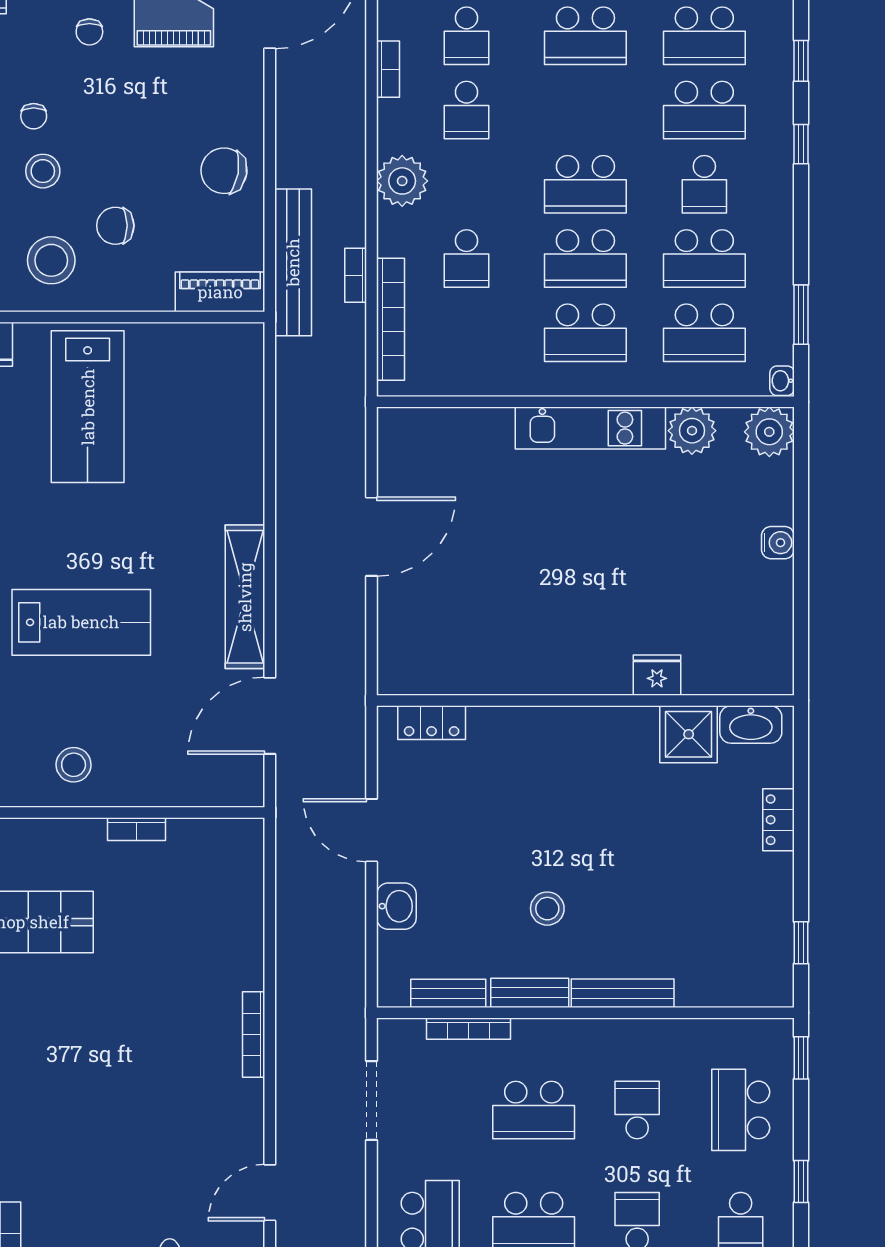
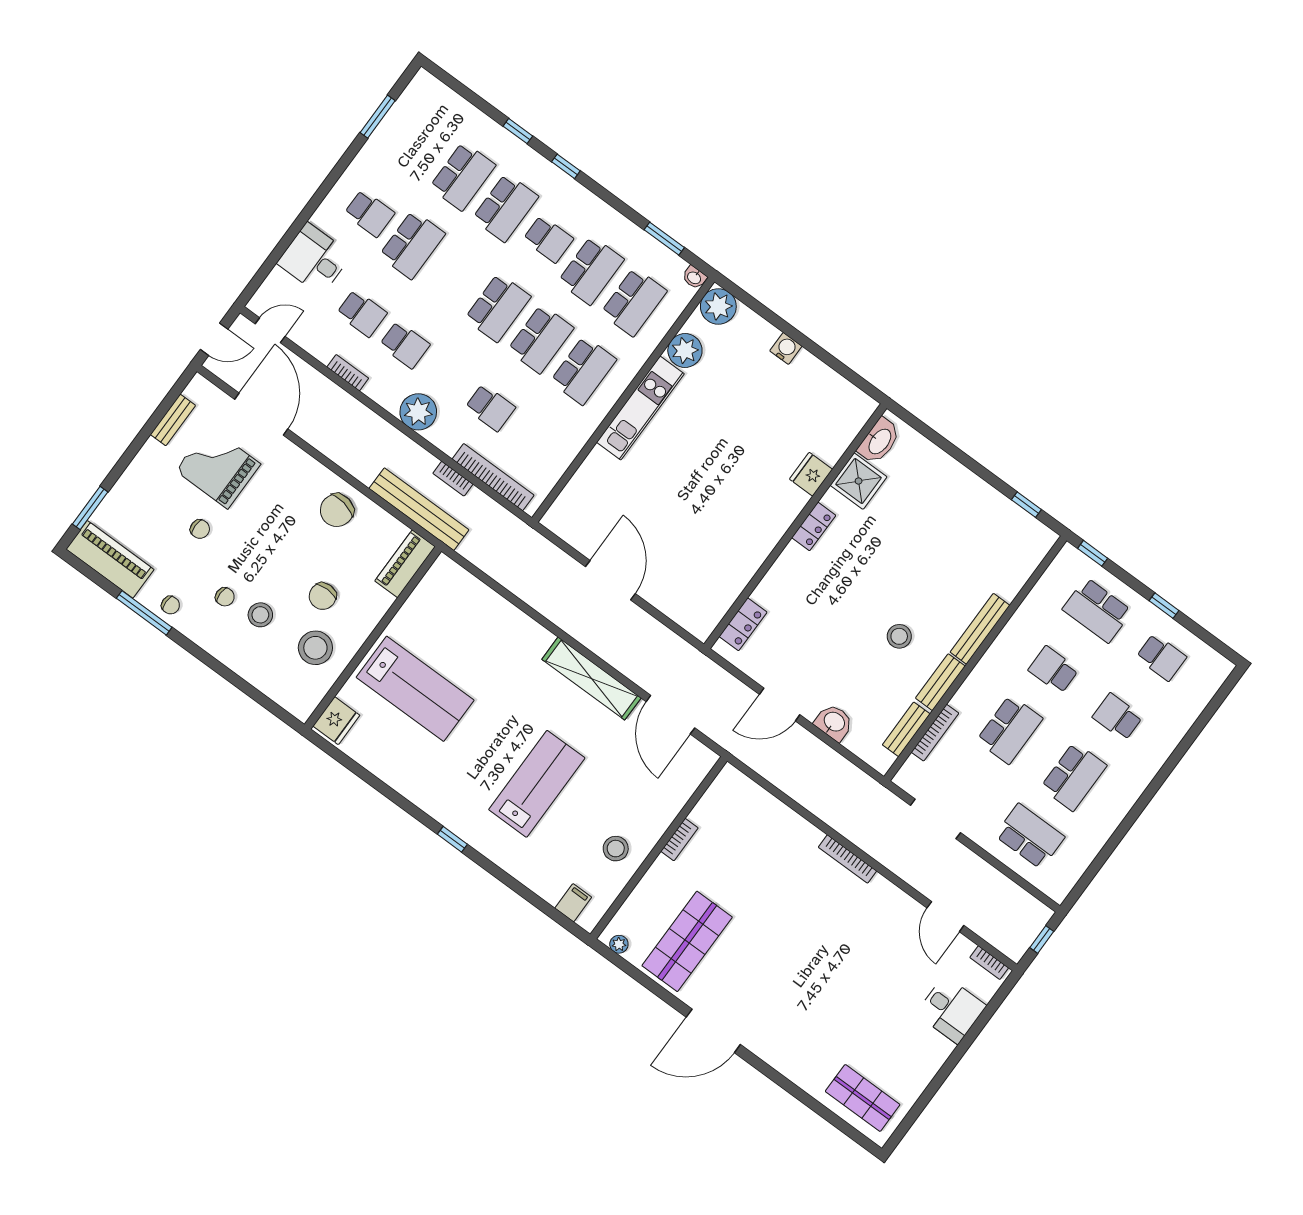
locker: (778, 820) -> (814, 526), moved, turned -90

